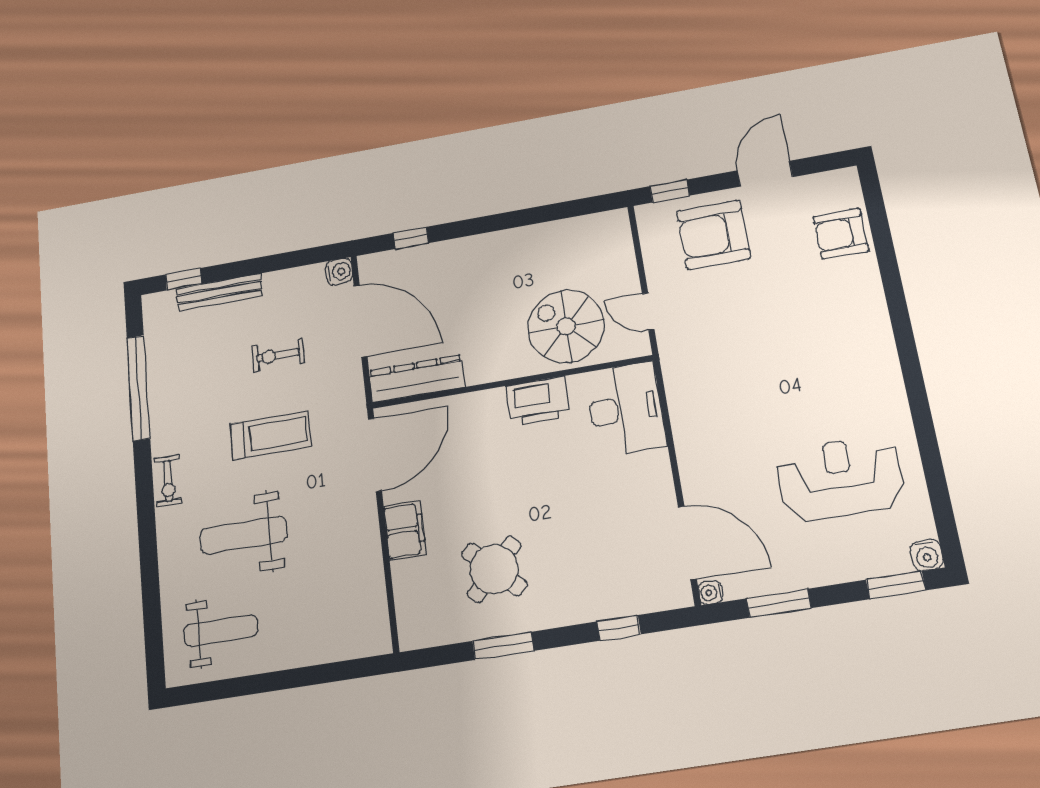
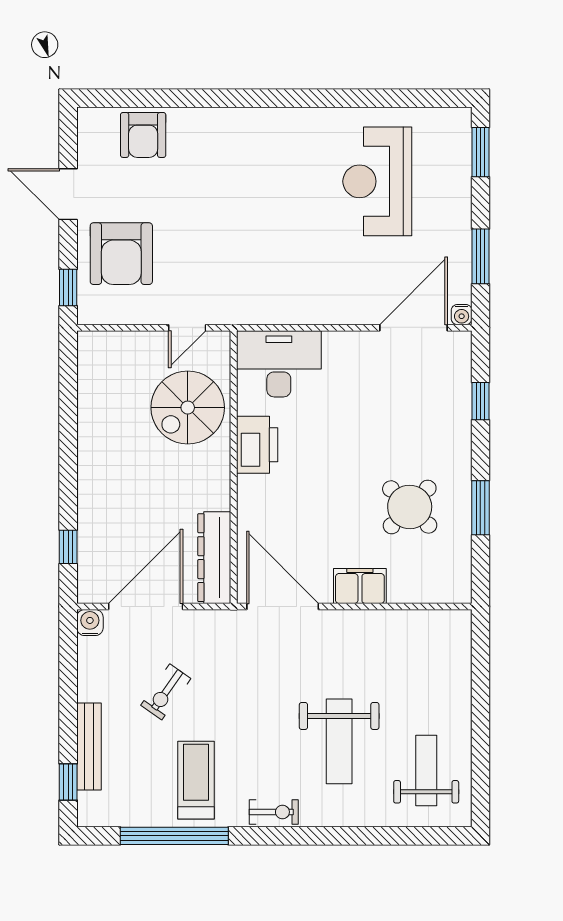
exercise bike: (278, 355) -> (166, 692), turned 35
treadmill: (270, 435) -> (196, 780), moved
water cooler: (927, 555) -> (458, 120), removed

